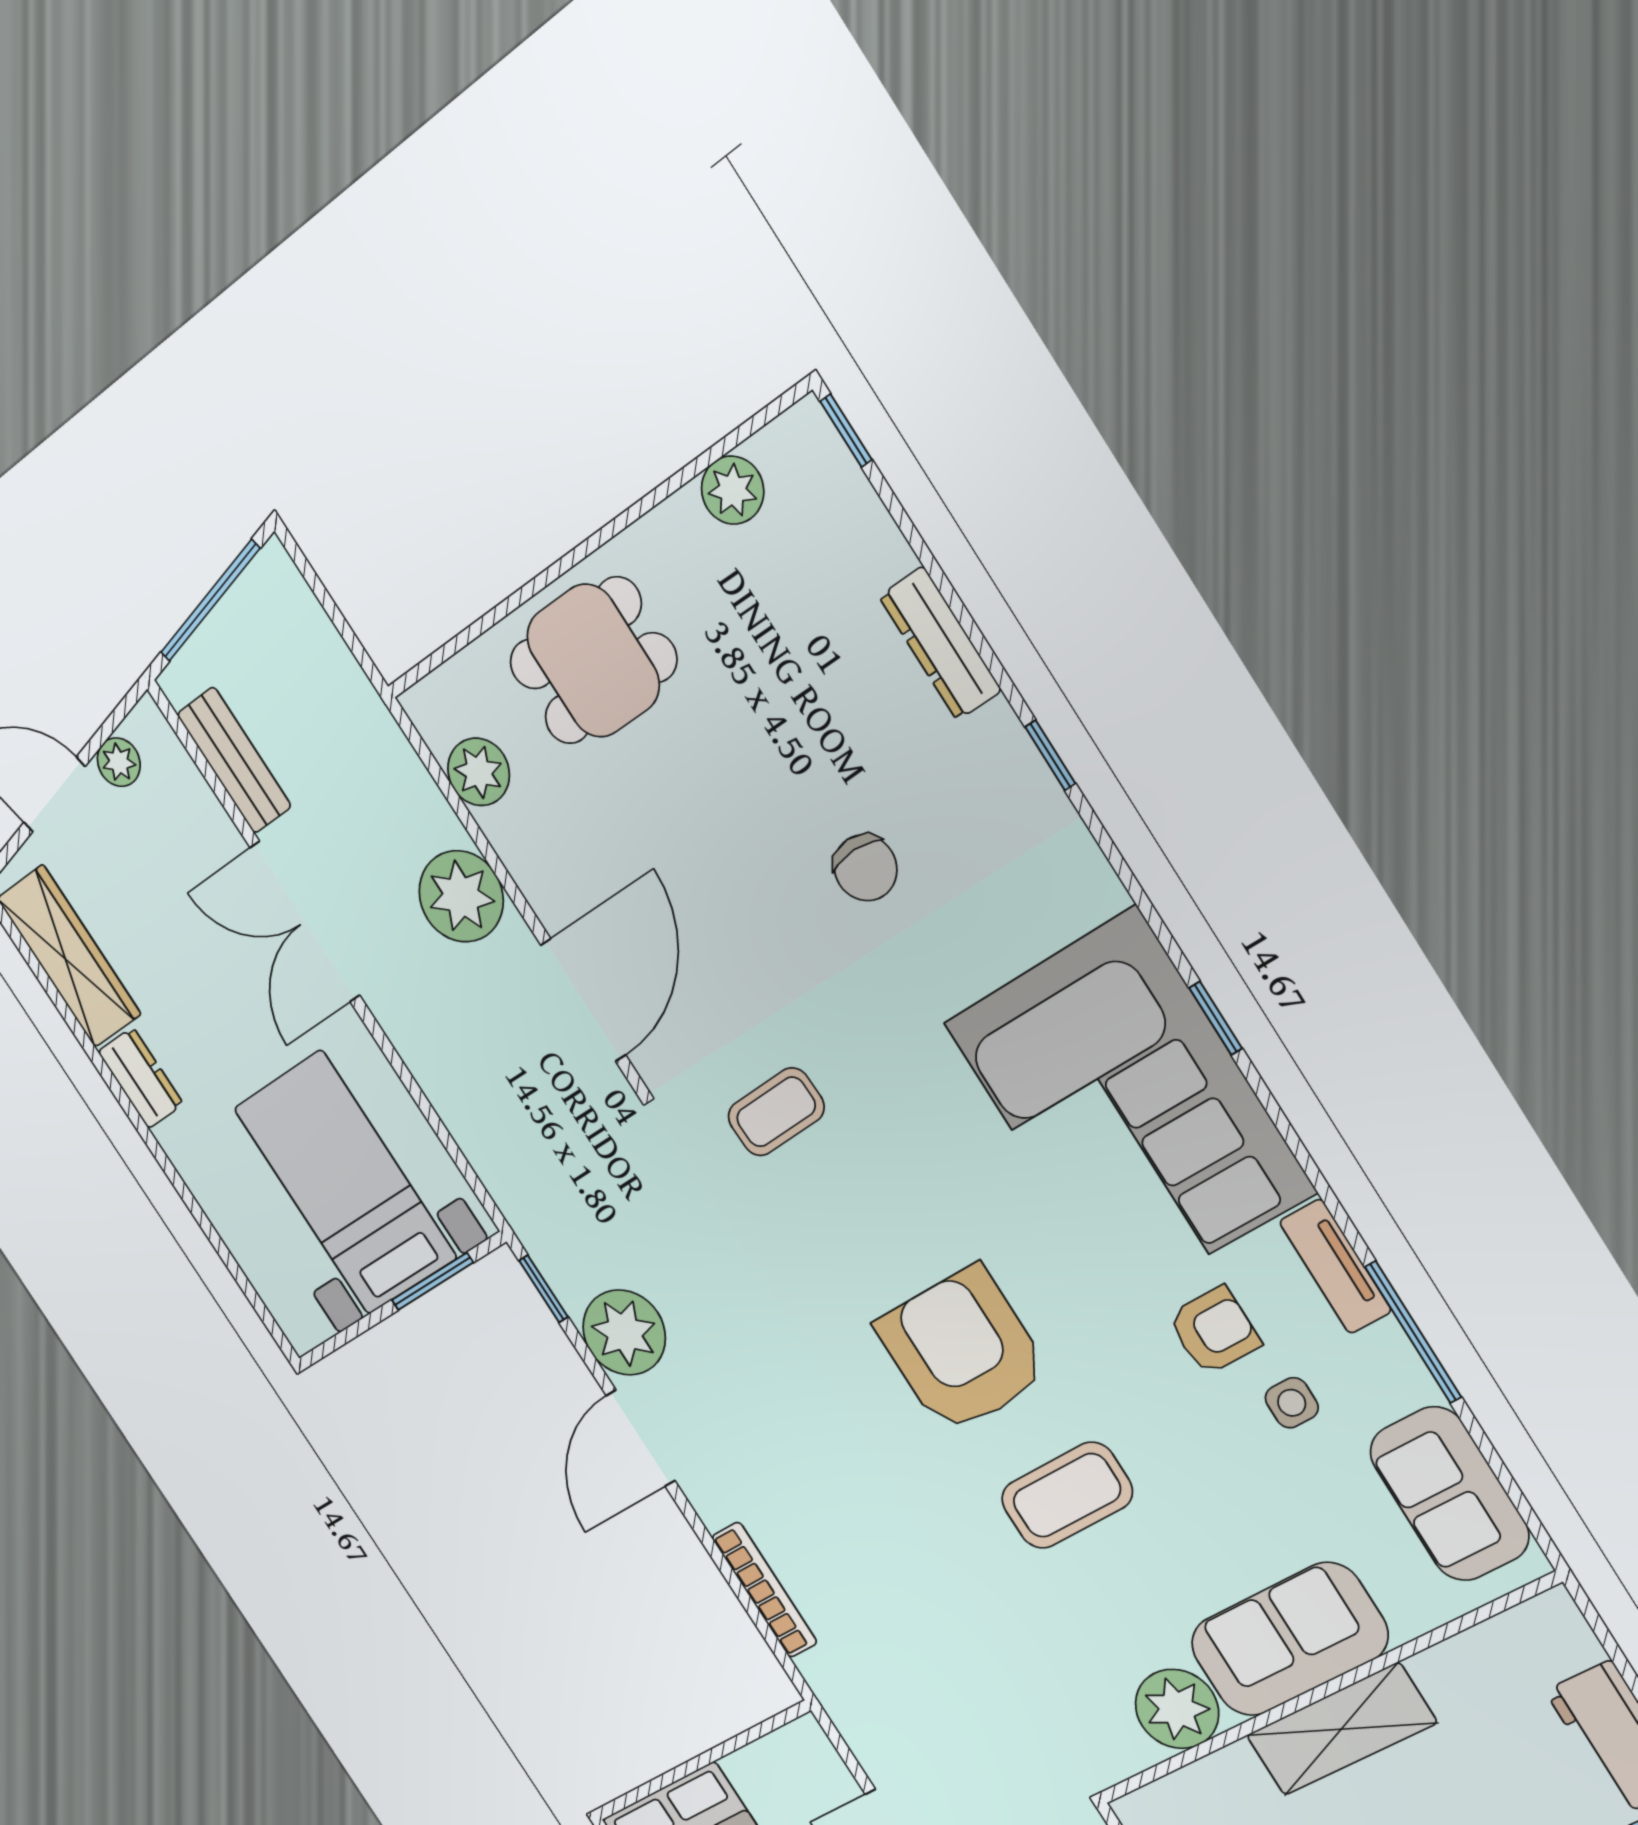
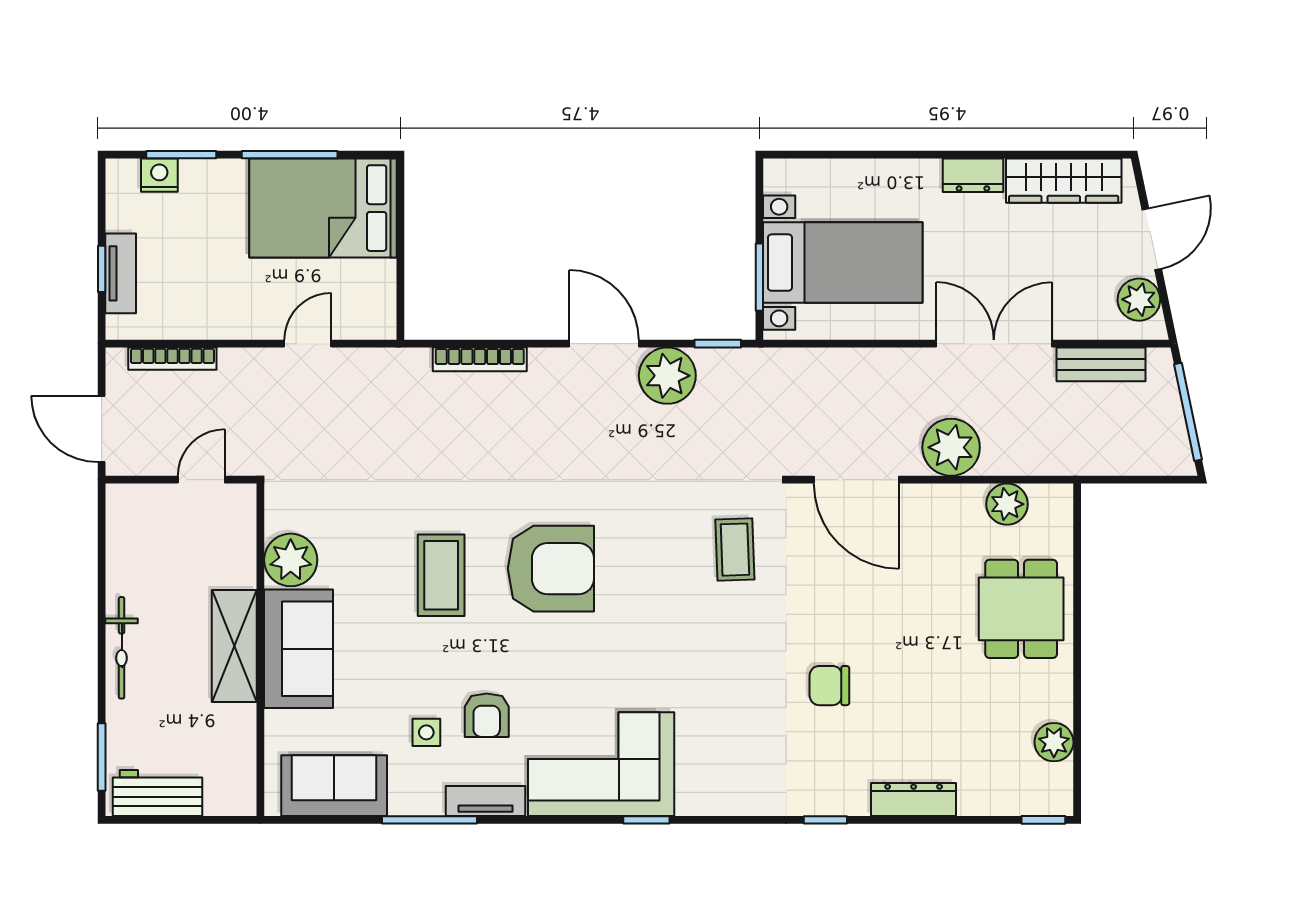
plant: (119, 762) -> (1139, 300), width x1.38, depth x1.38
corner sofa: (1129, 1107) -> (601, 764), width x0.73, depth x0.74

